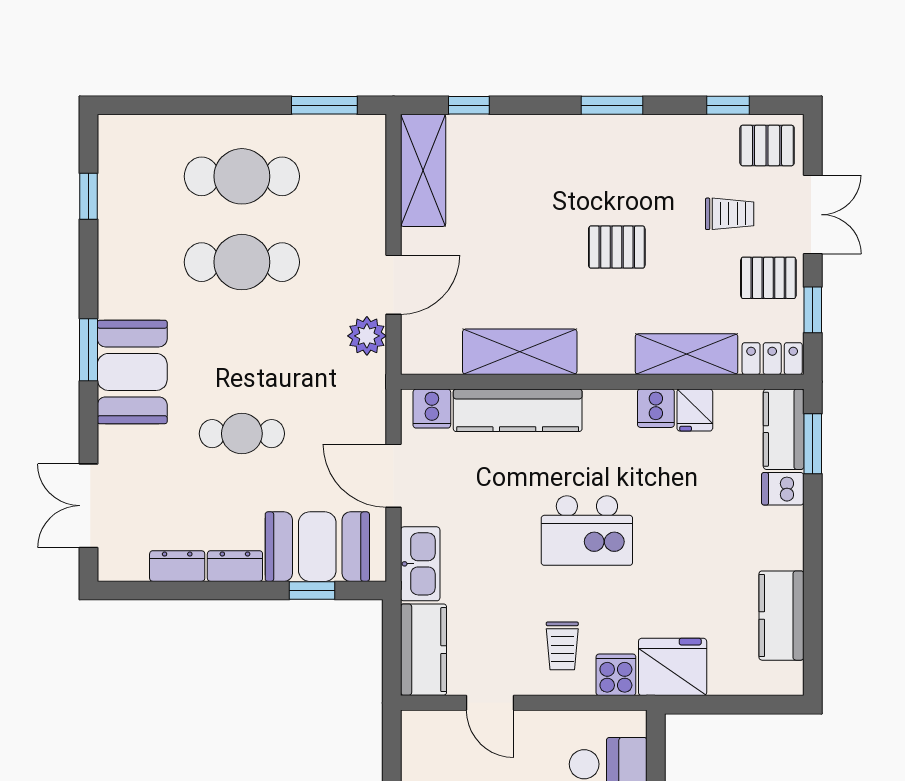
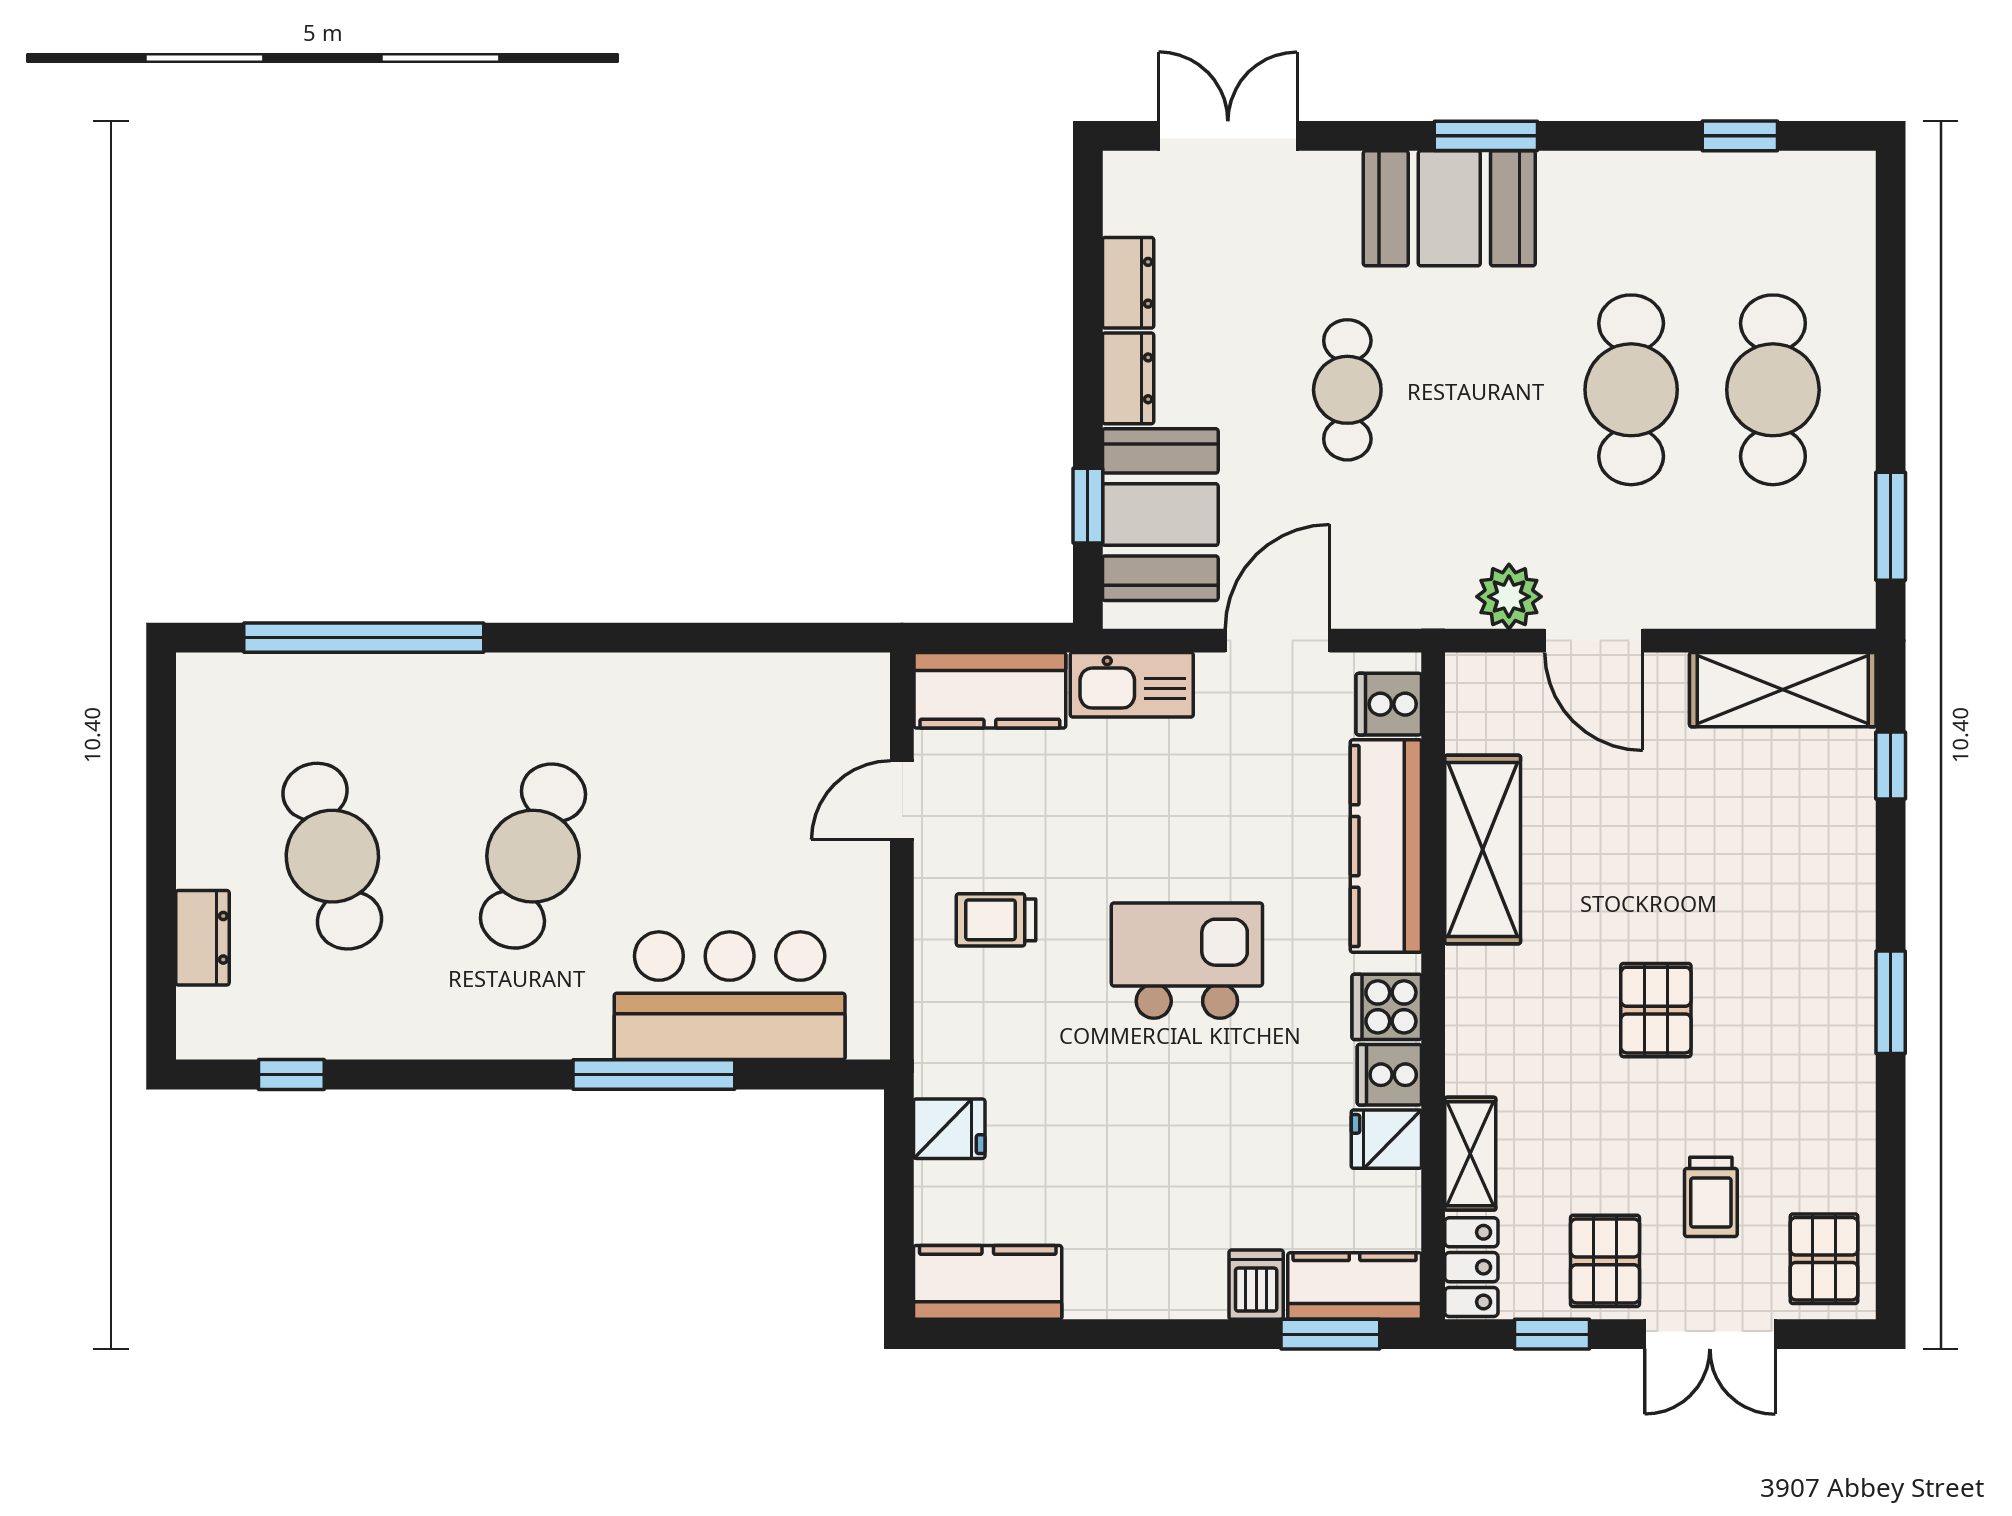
window: (728, 105) -> (1891, 1194), removed
shelving: (687, 354) -> (1470, 1154), width x0.67, depth x0.75
kitchen island: (587, 531) -> (1187, 961), turned 90
kitchen counter: (781, 616) -> (988, 1282), moved
fridge: (673, 667) -> (949, 1129), width x0.53, depth x0.75
cooker: (616, 675) -> (1387, 1007), moved, turned 180

